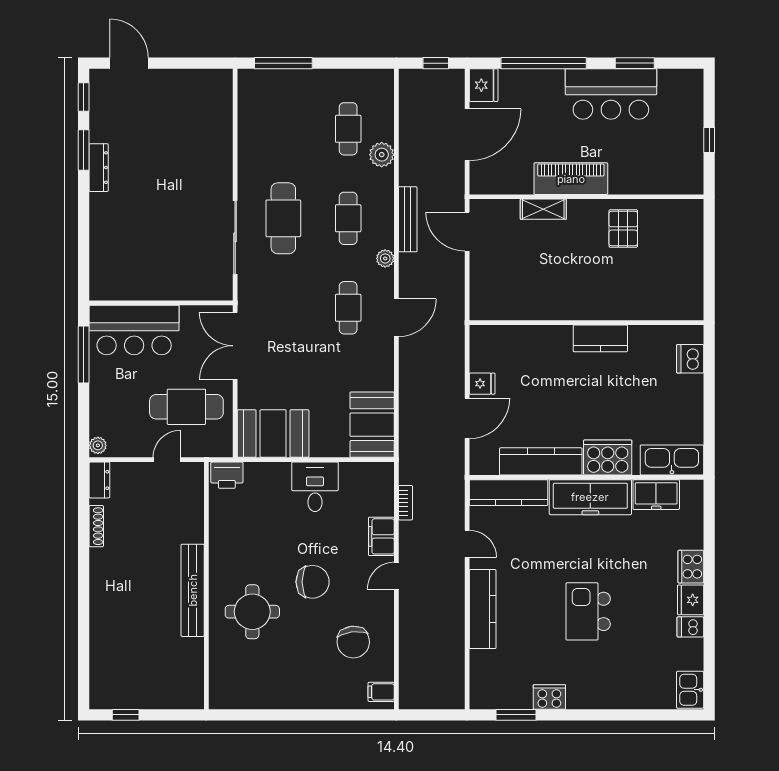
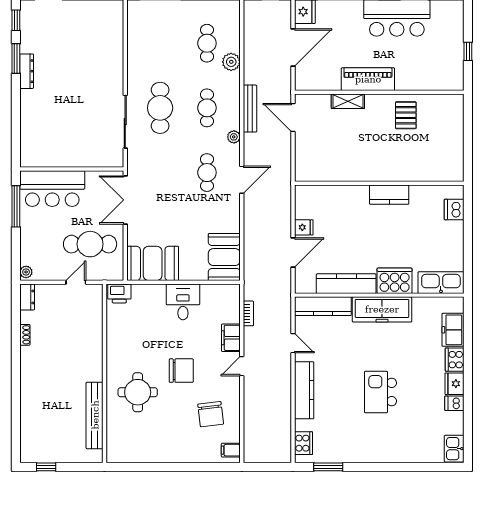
freezer: (656, 495) -> (453, 330), moved, turned 90
shoe rack: (96, 526) -> (25, 335), width x0.70
bench: (193, 590) -> (95, 415), moved
cooker: (549, 697) -> (303, 443), moved, turned 90

